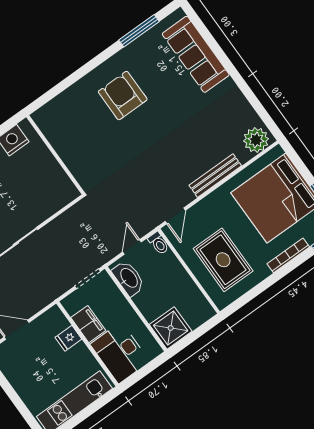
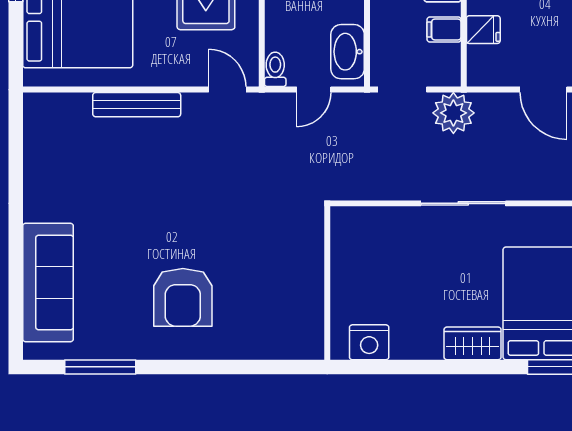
plant: (256, 140) -> (453, 113), moved
door: (175, 216) -> (227, 90), hinge flipped
filing cabinet: (88, 324) -> (444, 29), width x0.50

